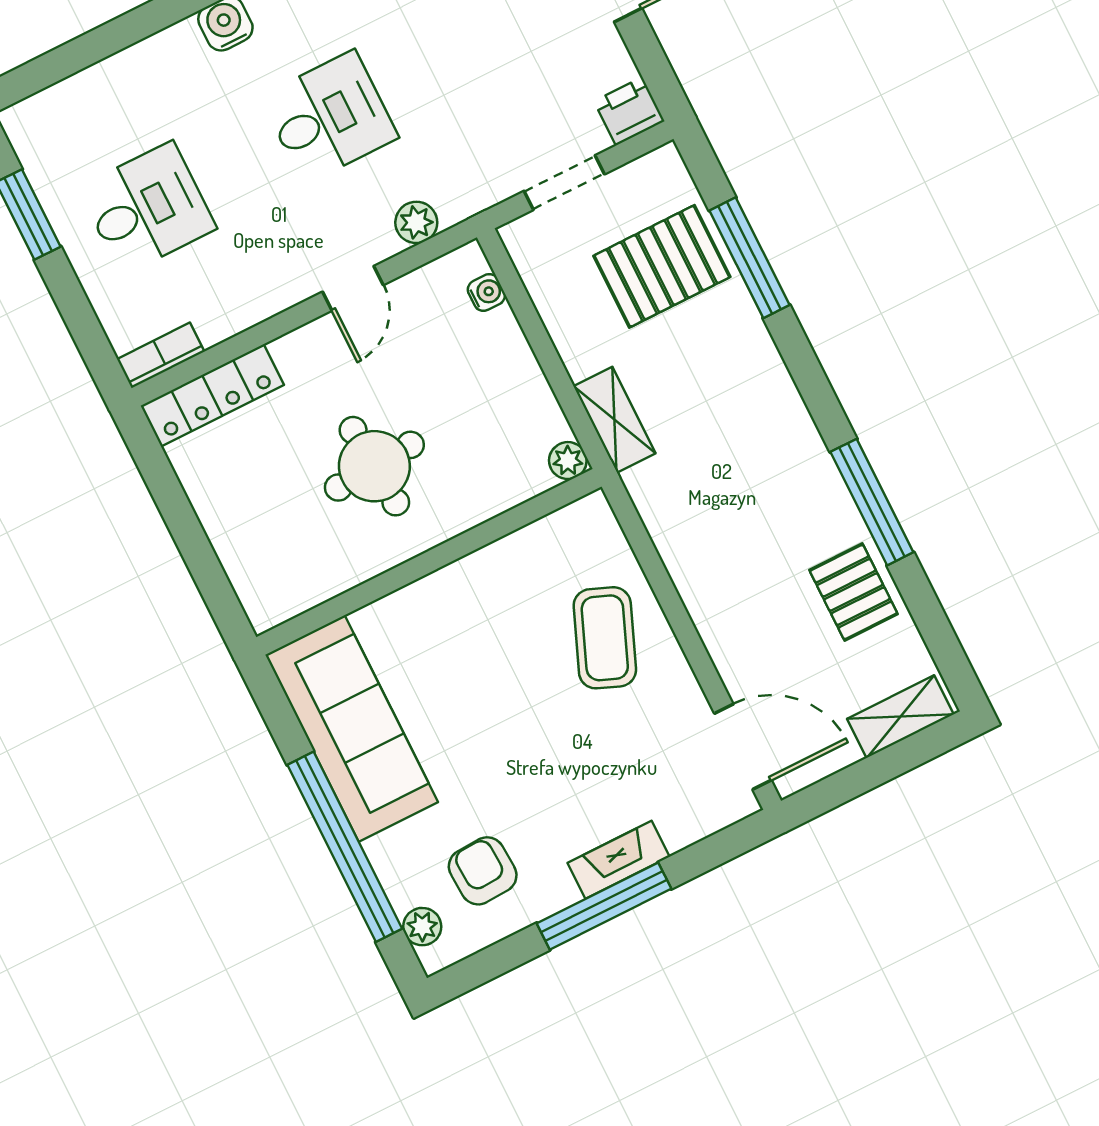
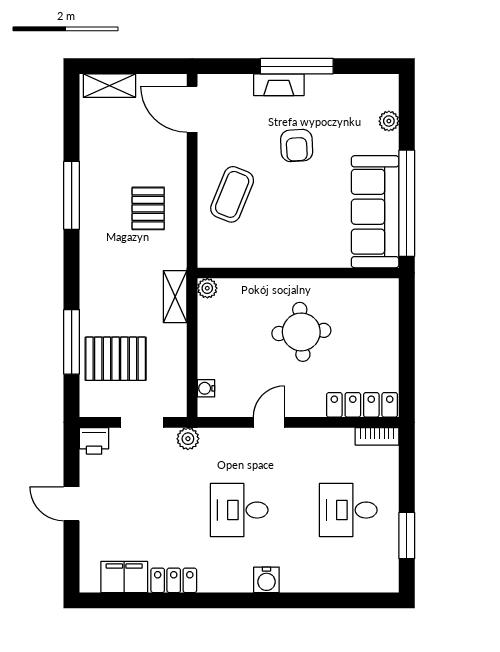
plant: (416, 222) -> (188, 439), moved
pallet: (853, 592) -> (148, 208), moved
window: (345, 847) -> (407, 203), moved
armchair: (483, 871) -> (297, 146), moved
plant: (422, 927) -> (389, 121), moved

